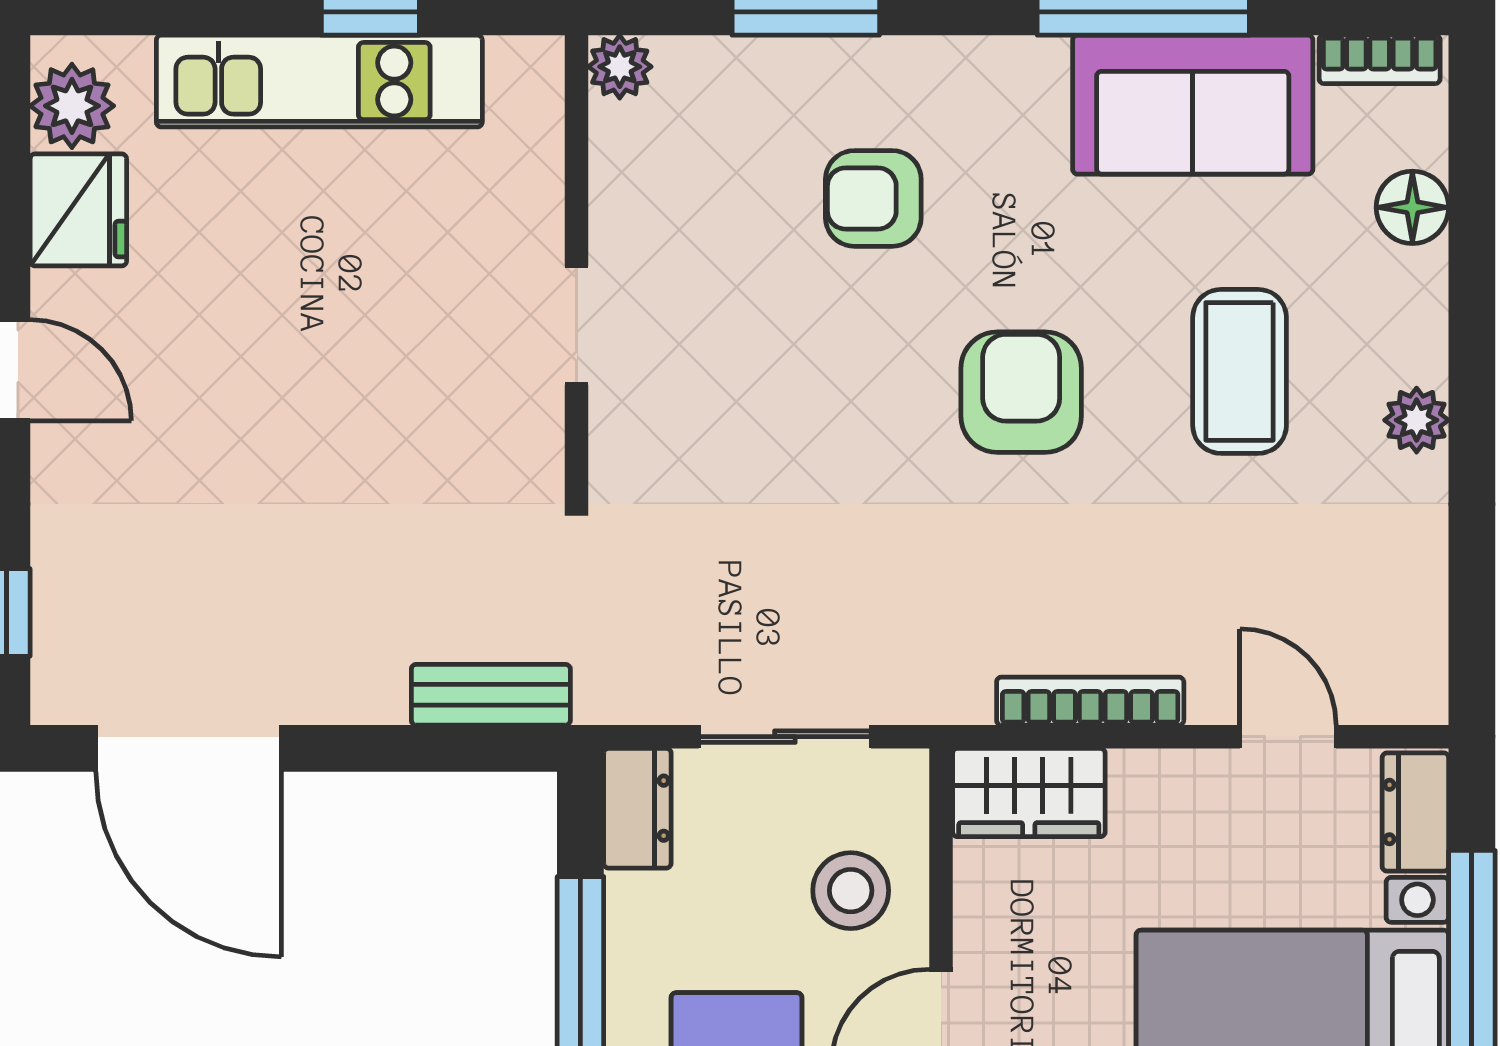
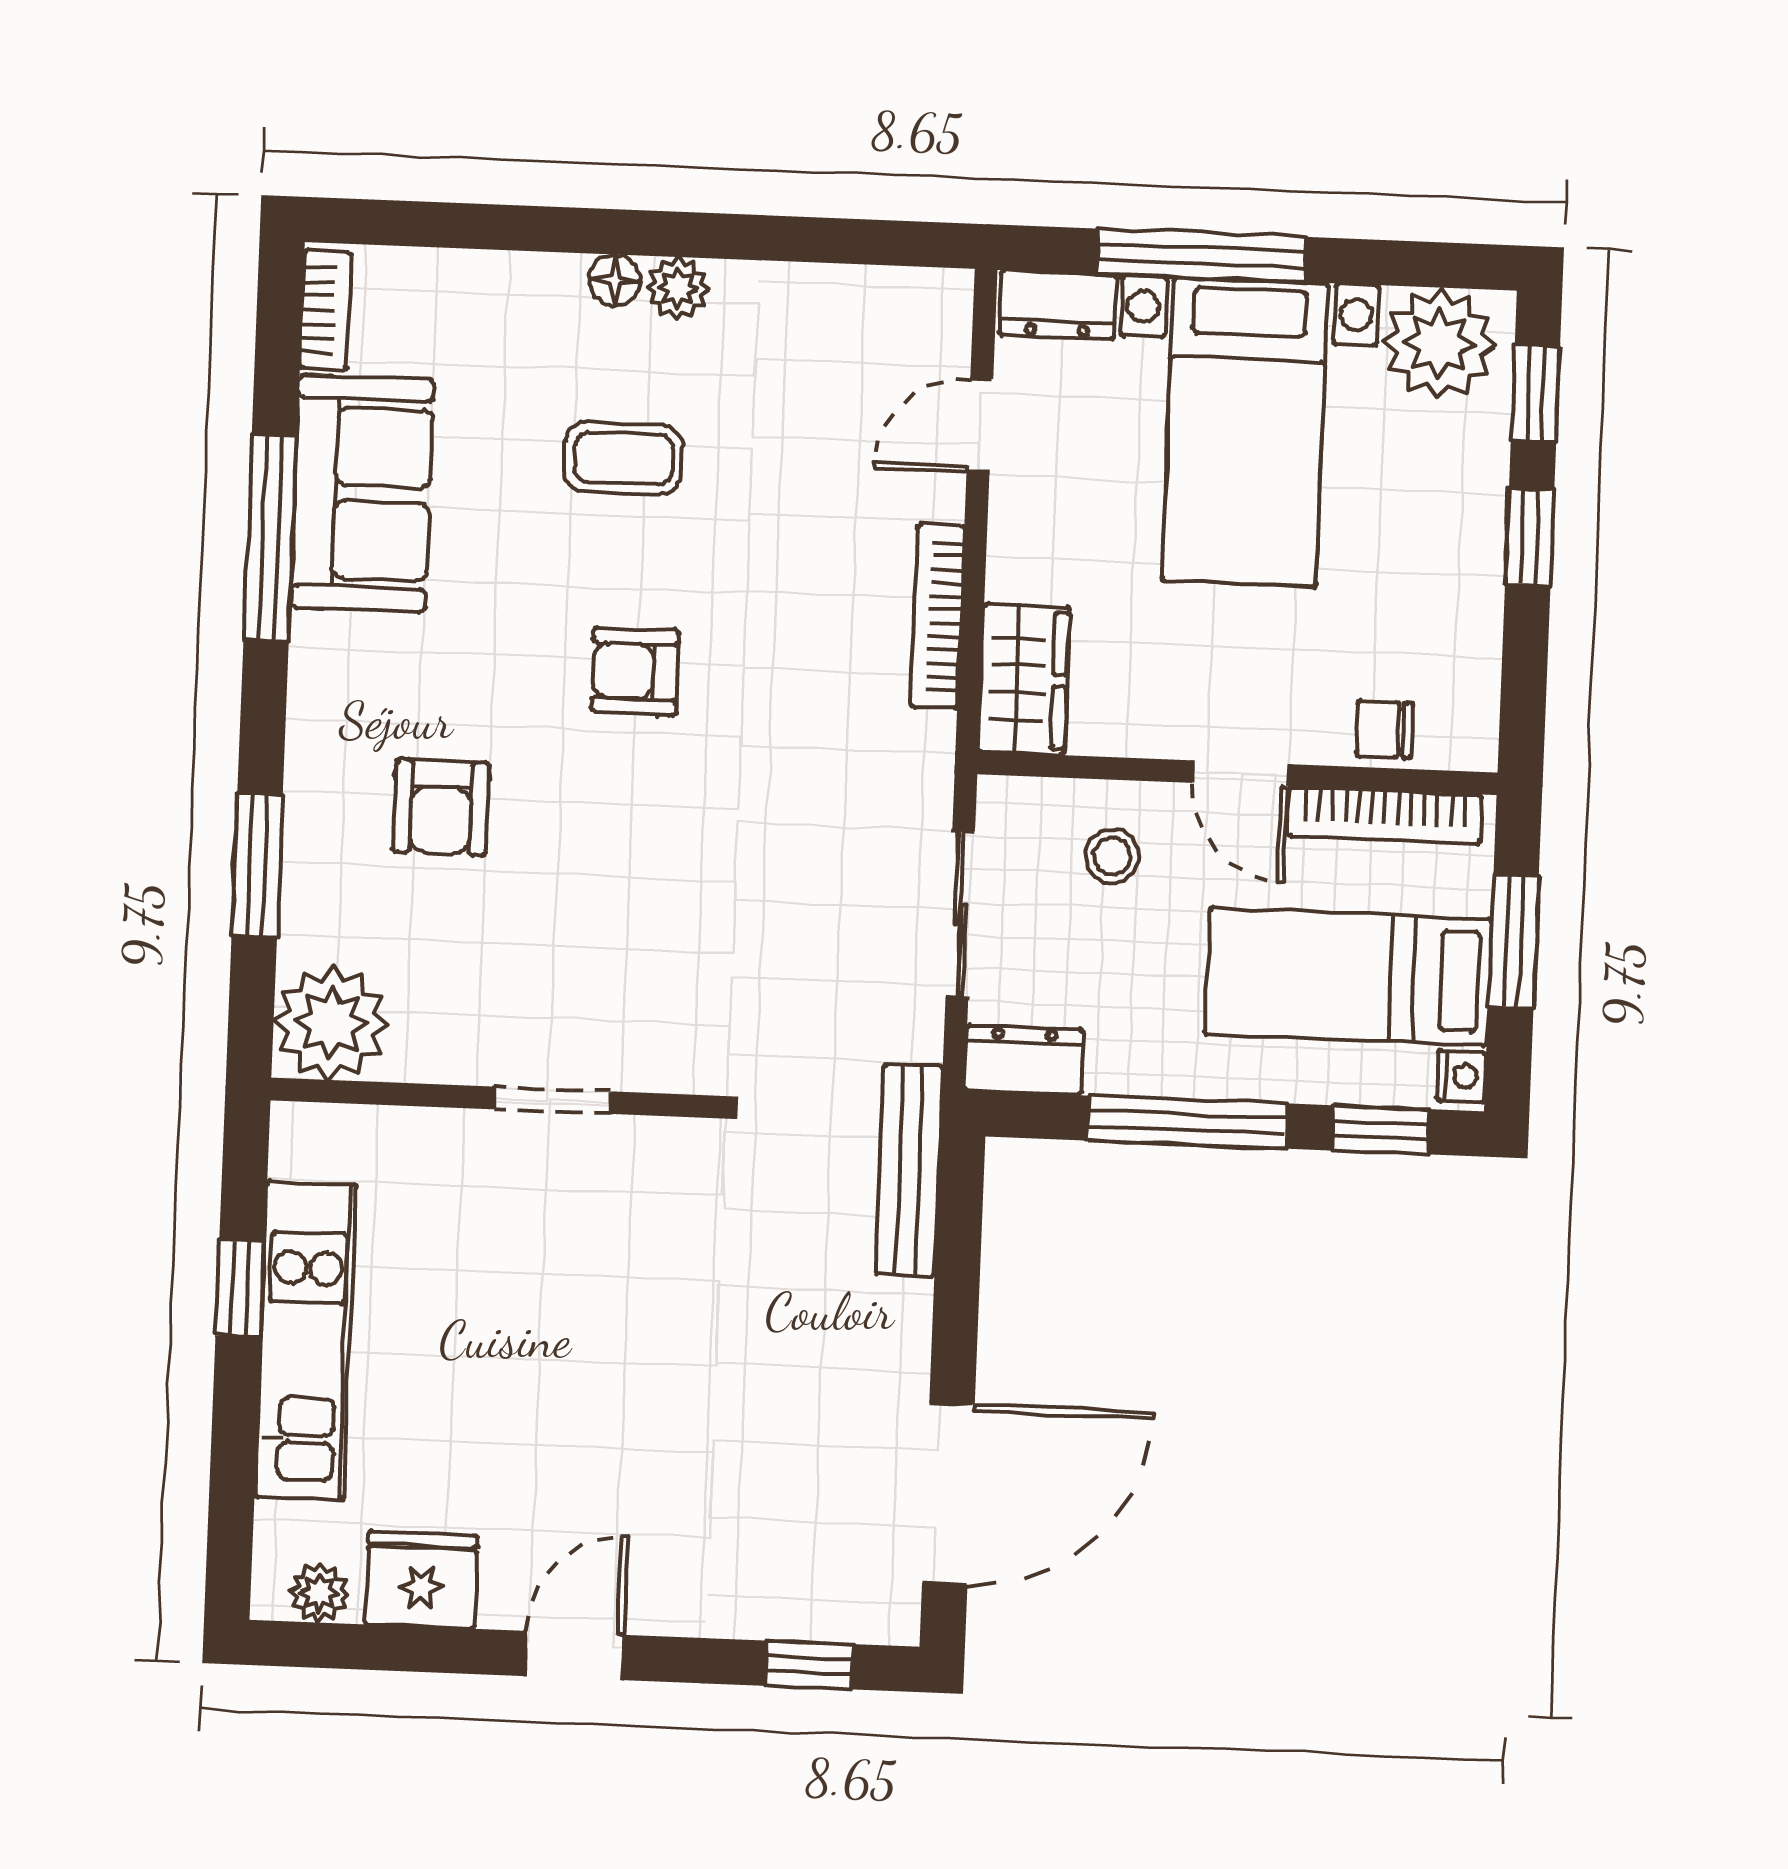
plant: (620, 67) -> (331, 1023), width x1.87, depth x1.87
plant: (72, 106) -> (319, 1593), width x0.73, depth x0.73
floor lamp: (1412, 207) -> (615, 280), moved, width x0.73, depth x0.73
coffee table: (1240, 371) -> (623, 458), width x0.73, depth x0.77
armchair: (1021, 392) -> (635, 671), width x0.72, depth x0.72
bench: (491, 695) -> (909, 1170), width x1.36
stool: (851, 891) -> (1112, 856), width x0.73, depth x0.73

